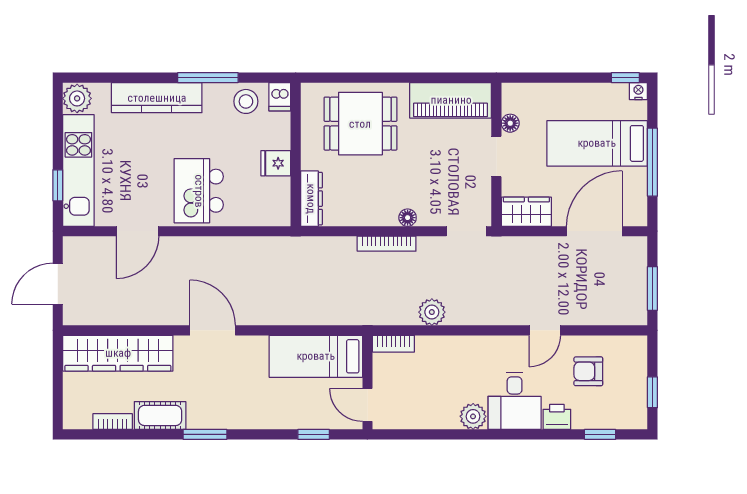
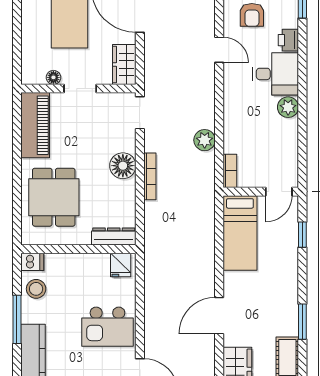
fridge: (276, 163) -> (121, 265), moved
floor lamp: (408, 218) -> (123, 166), width x1.89, depth x1.89

